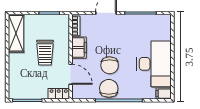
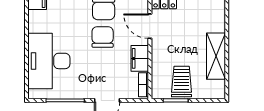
shelving: (16, 33) -> (216, 56), moved
trolley: (45, 53) -> (182, 81), moved
desk: (154, 64) -> (49, 61), moved

